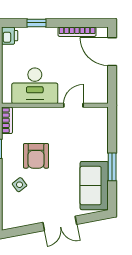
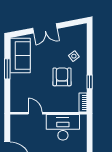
door: (73, 105) -> (35, 113), swing flipped
double door: (60, 223) -> (45, 28), swing flipped

